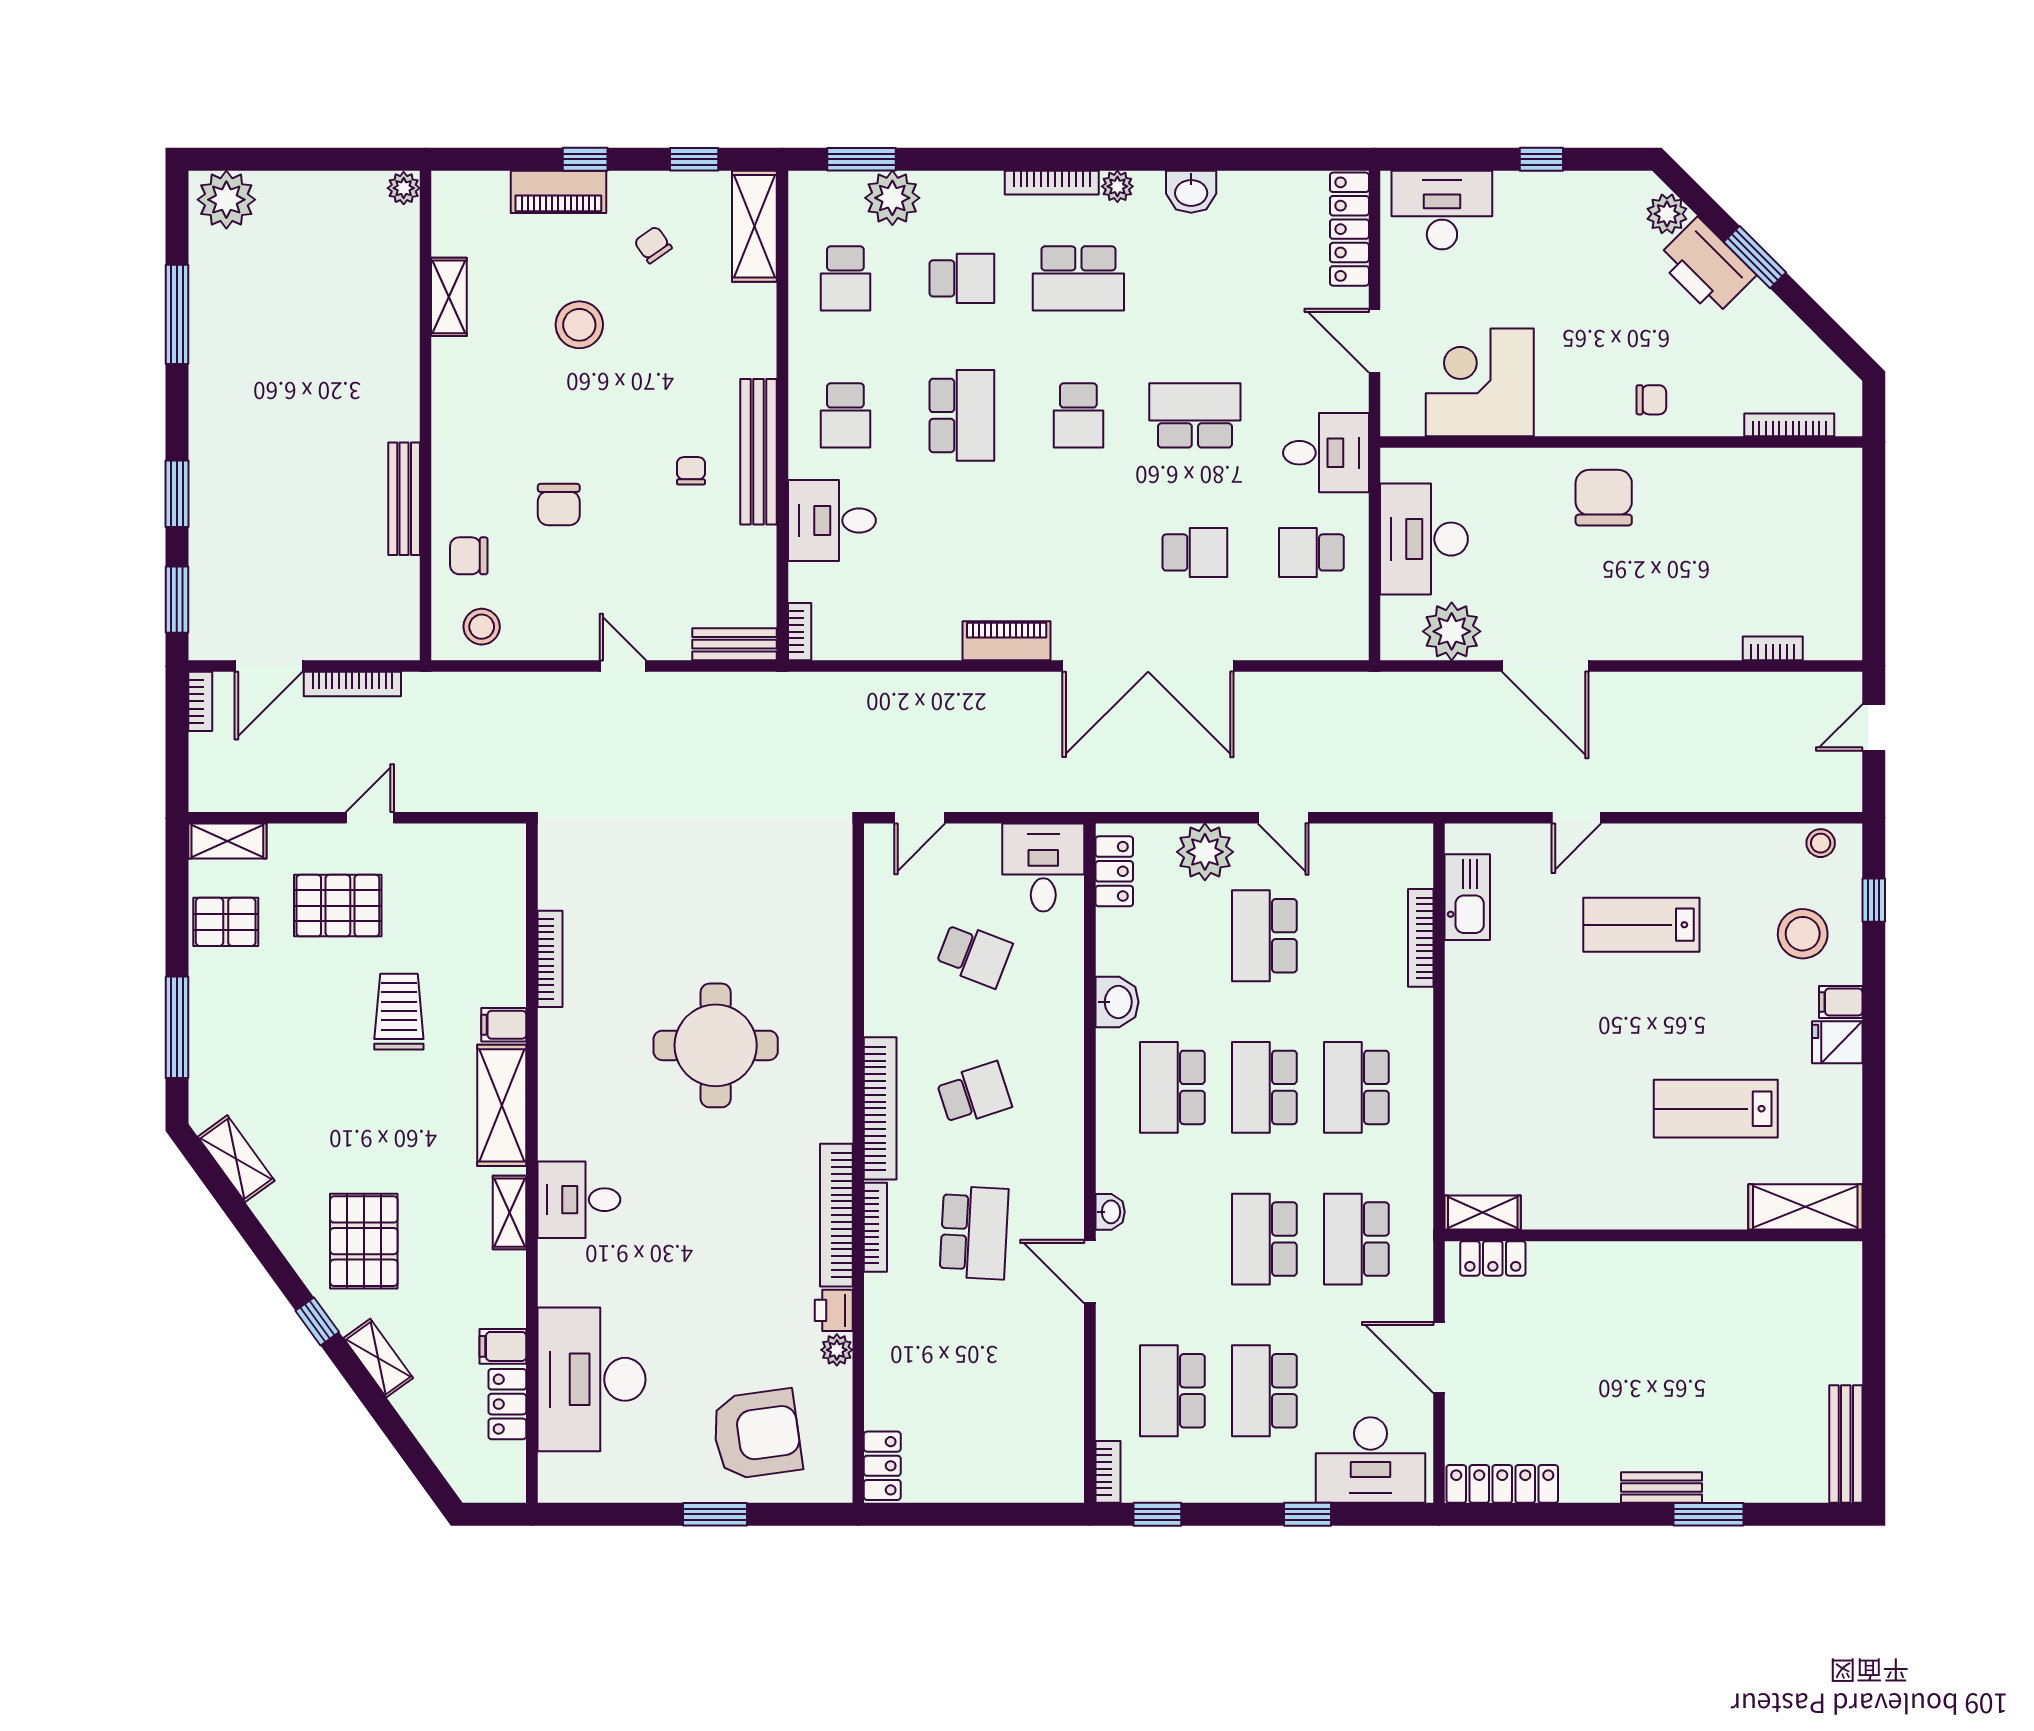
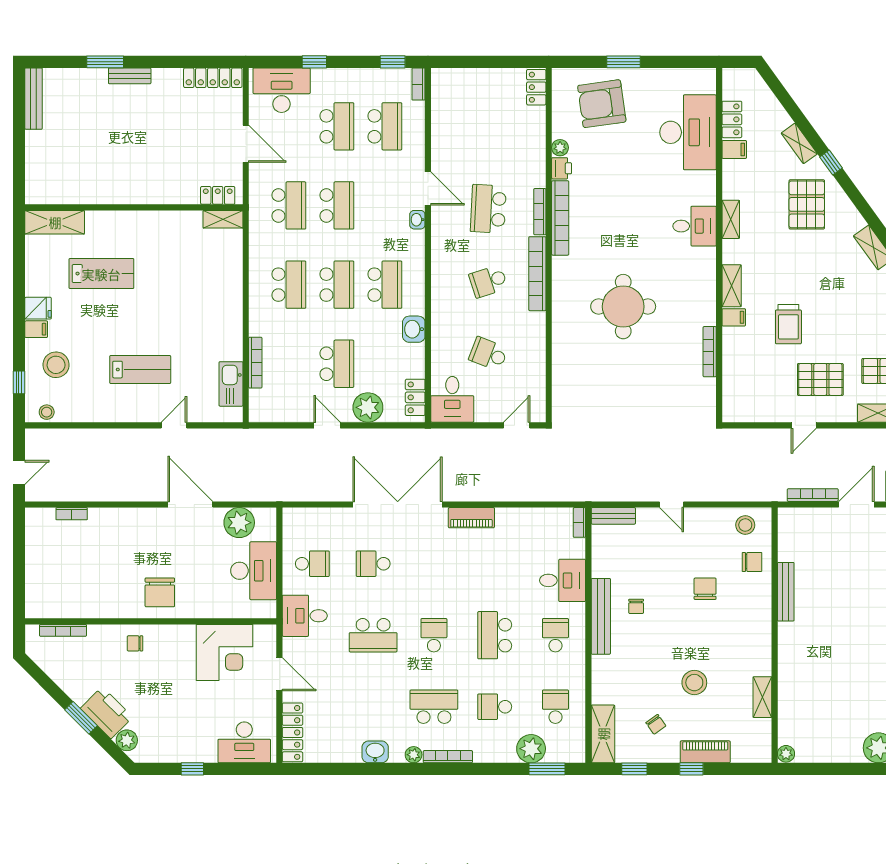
shelving: (502, 1105) -> (732, 286), width x0.67, depth x0.75

